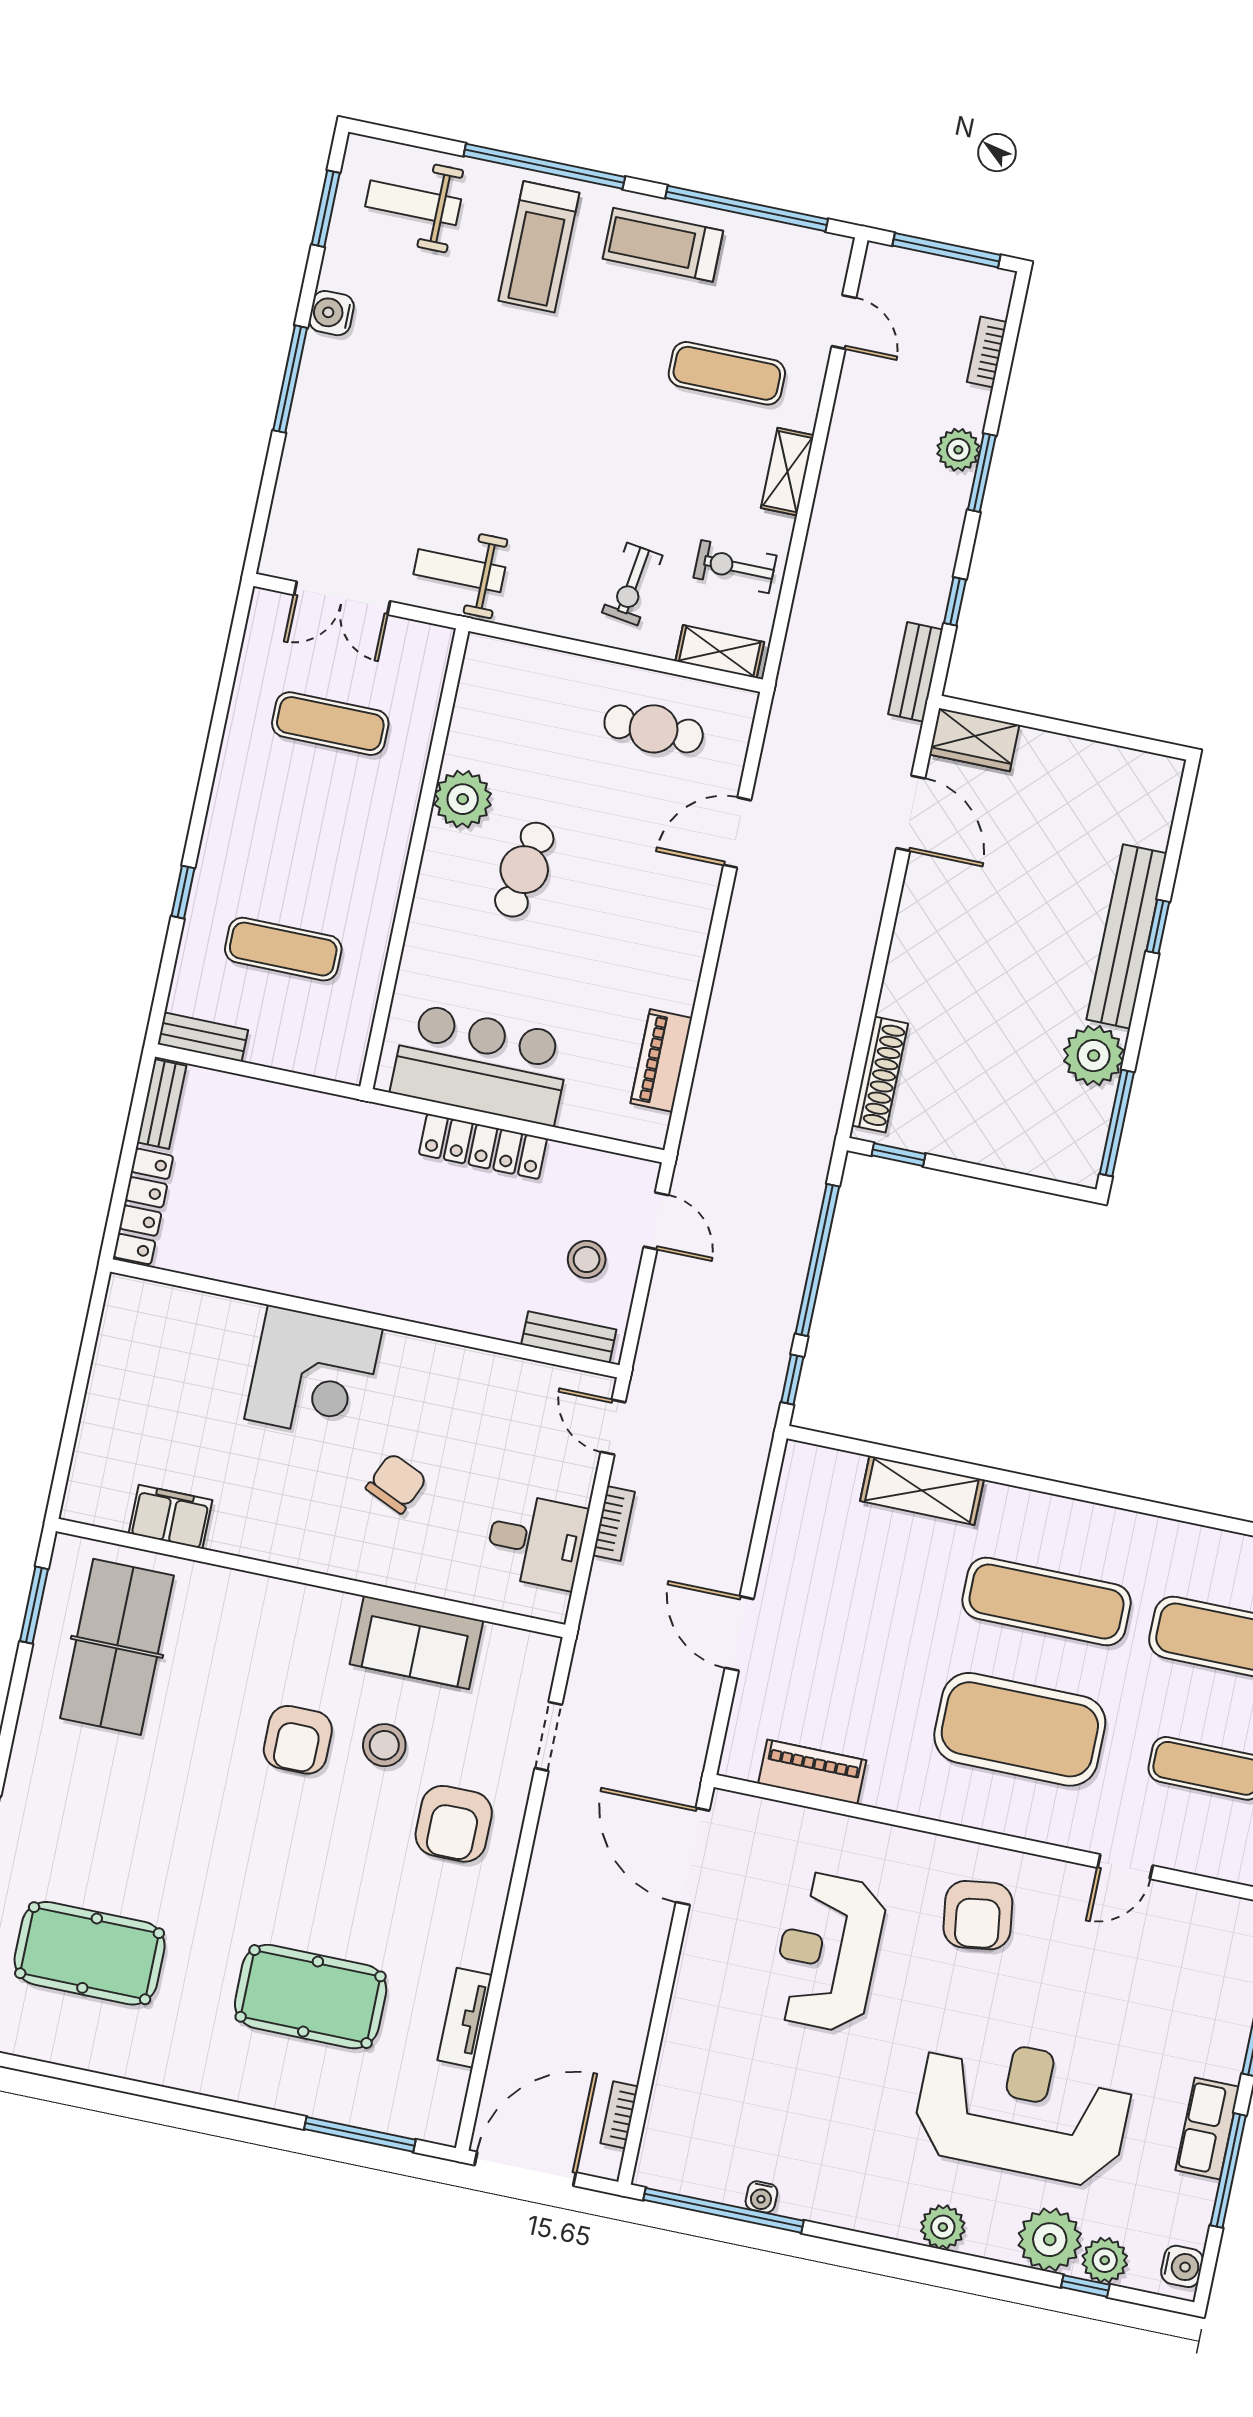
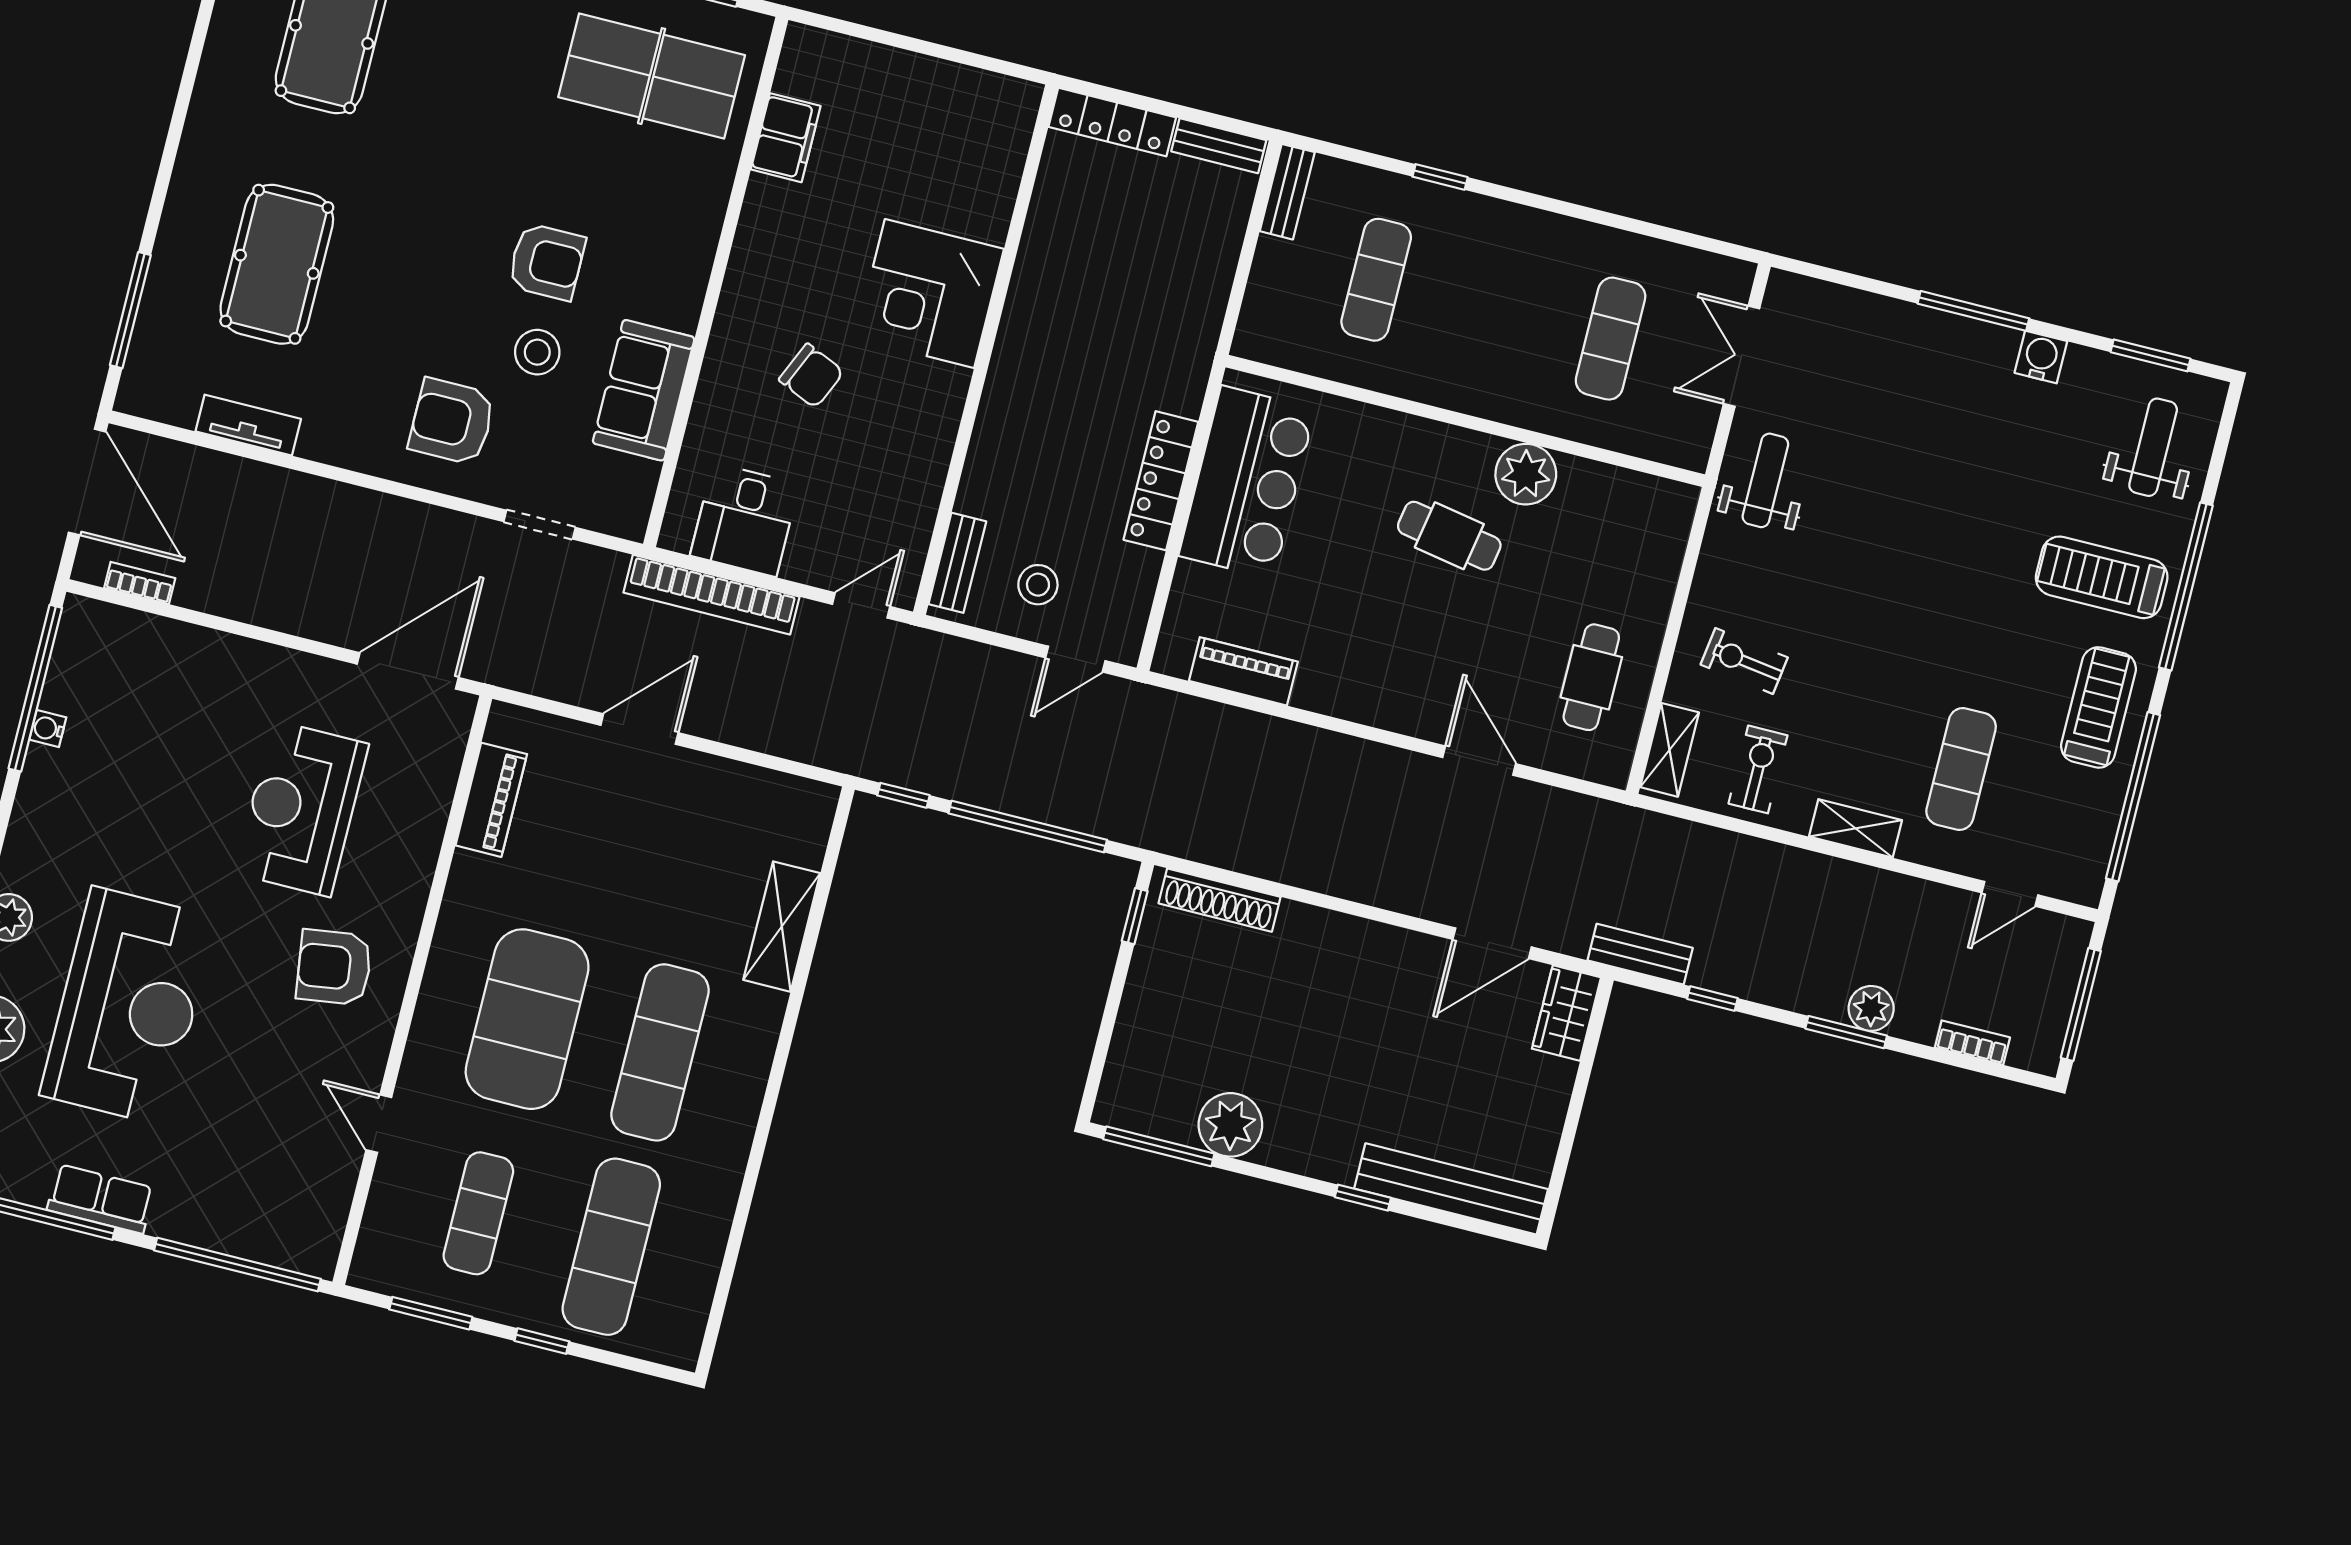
bench: (1127, 936) -> (1451, 1189), moved
bookcase: (614, 1524) -> (711, 595), width x2.31, depth x1.31
armchair: (298, 1740) -> (547, 262), turned 180
reception desk: (828, 1952) -> (302, 809), turned -90

